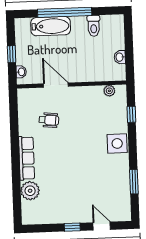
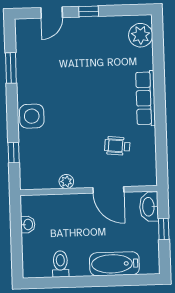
window: (65, 12) -> (97, 281), removed
washbasin: (21, 72) -> (149, 207), width x1.91, depth x1.45
plant: (109, 91) -> (66, 181), moved
plant: (30, 191) -> (141, 35), moved
door: (102, 226) -> (52, 13), hinge flipped

